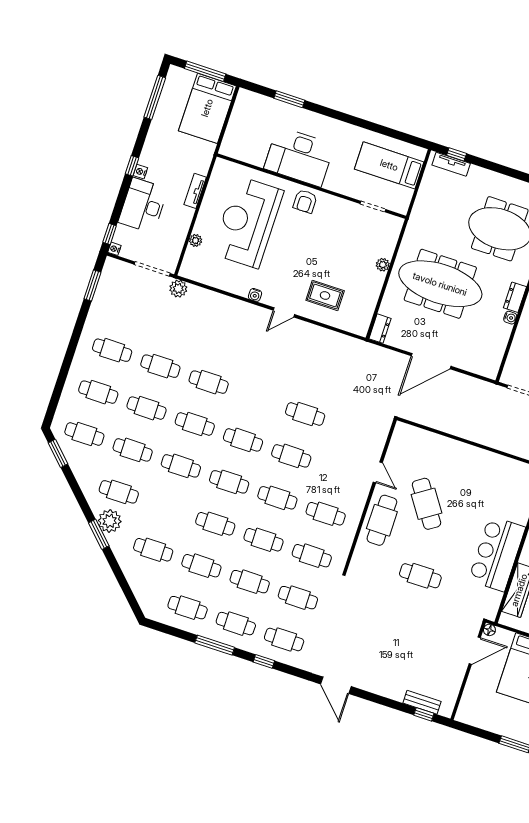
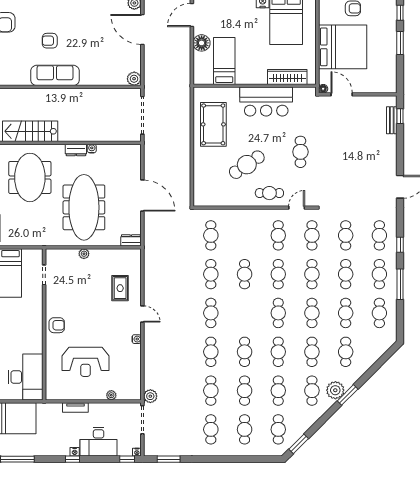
desk: (299, 157) -> (26, 377), moved
reception desk: (248, 222) -> (85, 362), width x0.74, depth x0.77
cafe table: (353, 430) -> (211, 235), added
cafe table: (243, 440) -> (211, 313), moved
door: (378, 472) -> (297, 208), moved
pool table: (490, 479) -> (213, 124), added
cafe table: (167, 508) -> (312, 352), added
cafe table: (382, 520) -> (269, 193), width x0.73, depth x0.74

